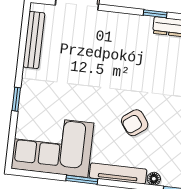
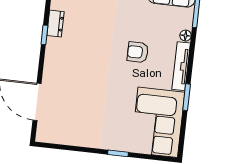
bench: (34, 40) -> (67, 139), removed
armchair: (135, 123) -> (138, 52), turned 126

